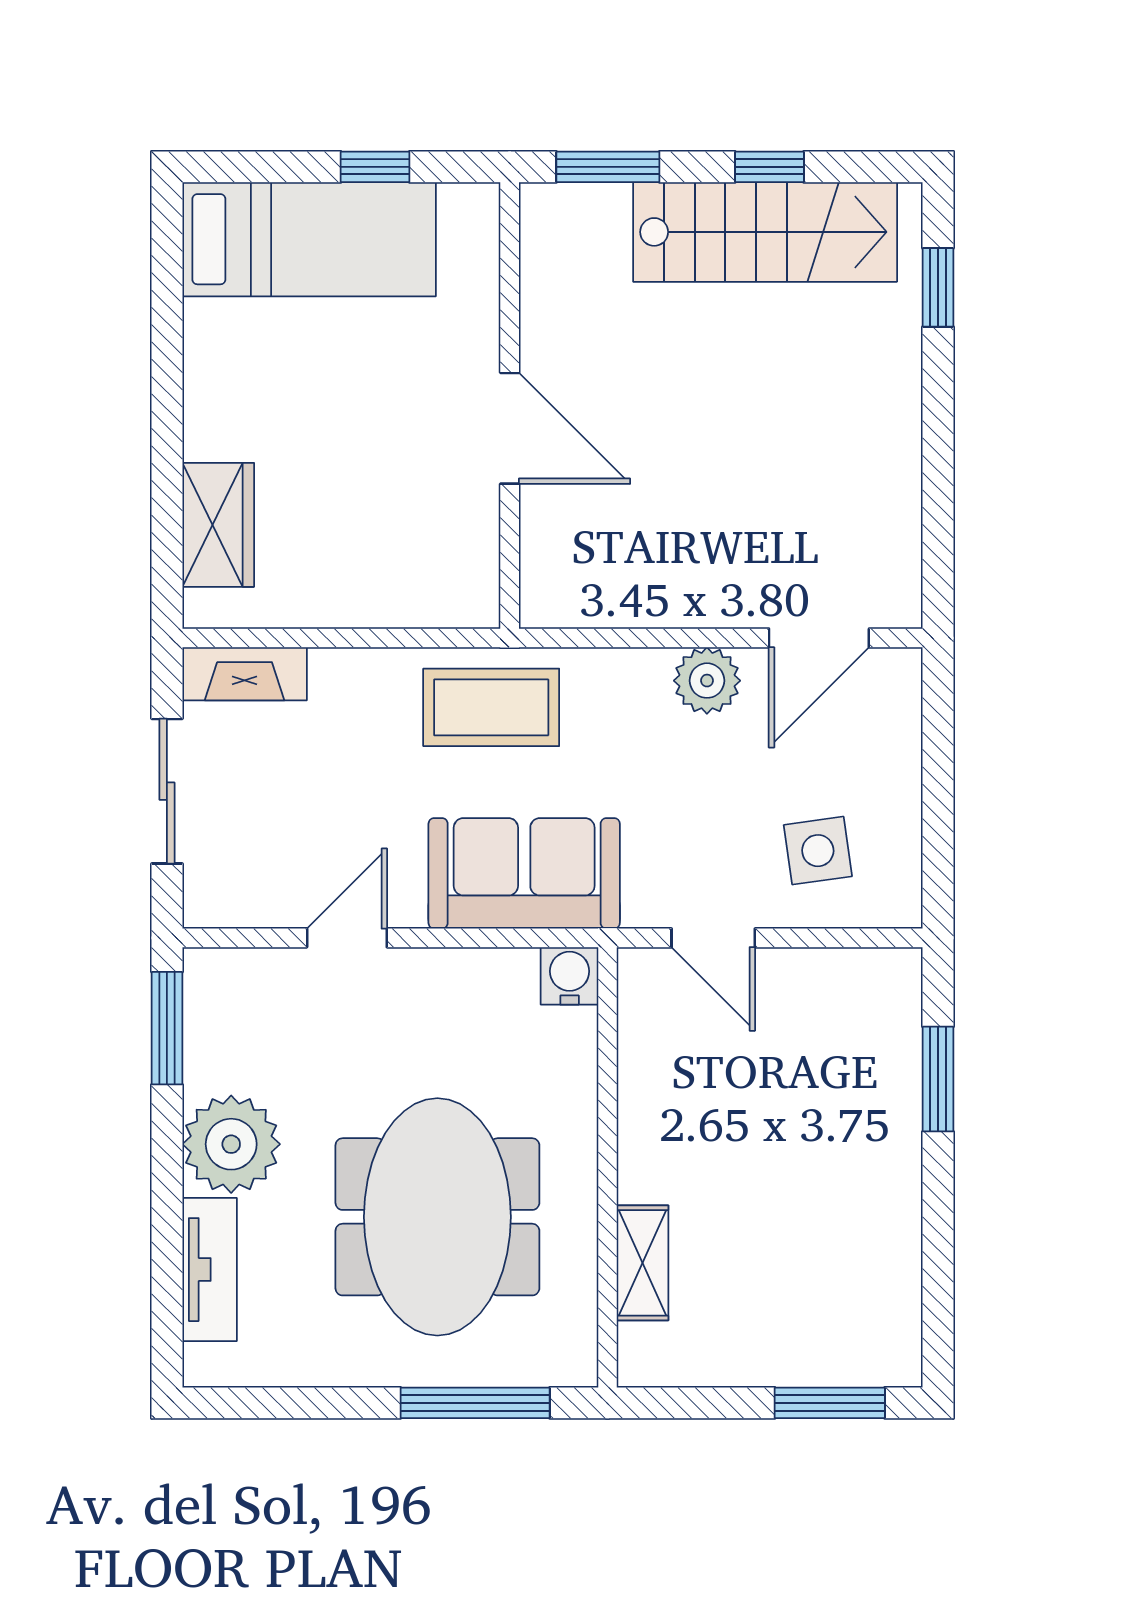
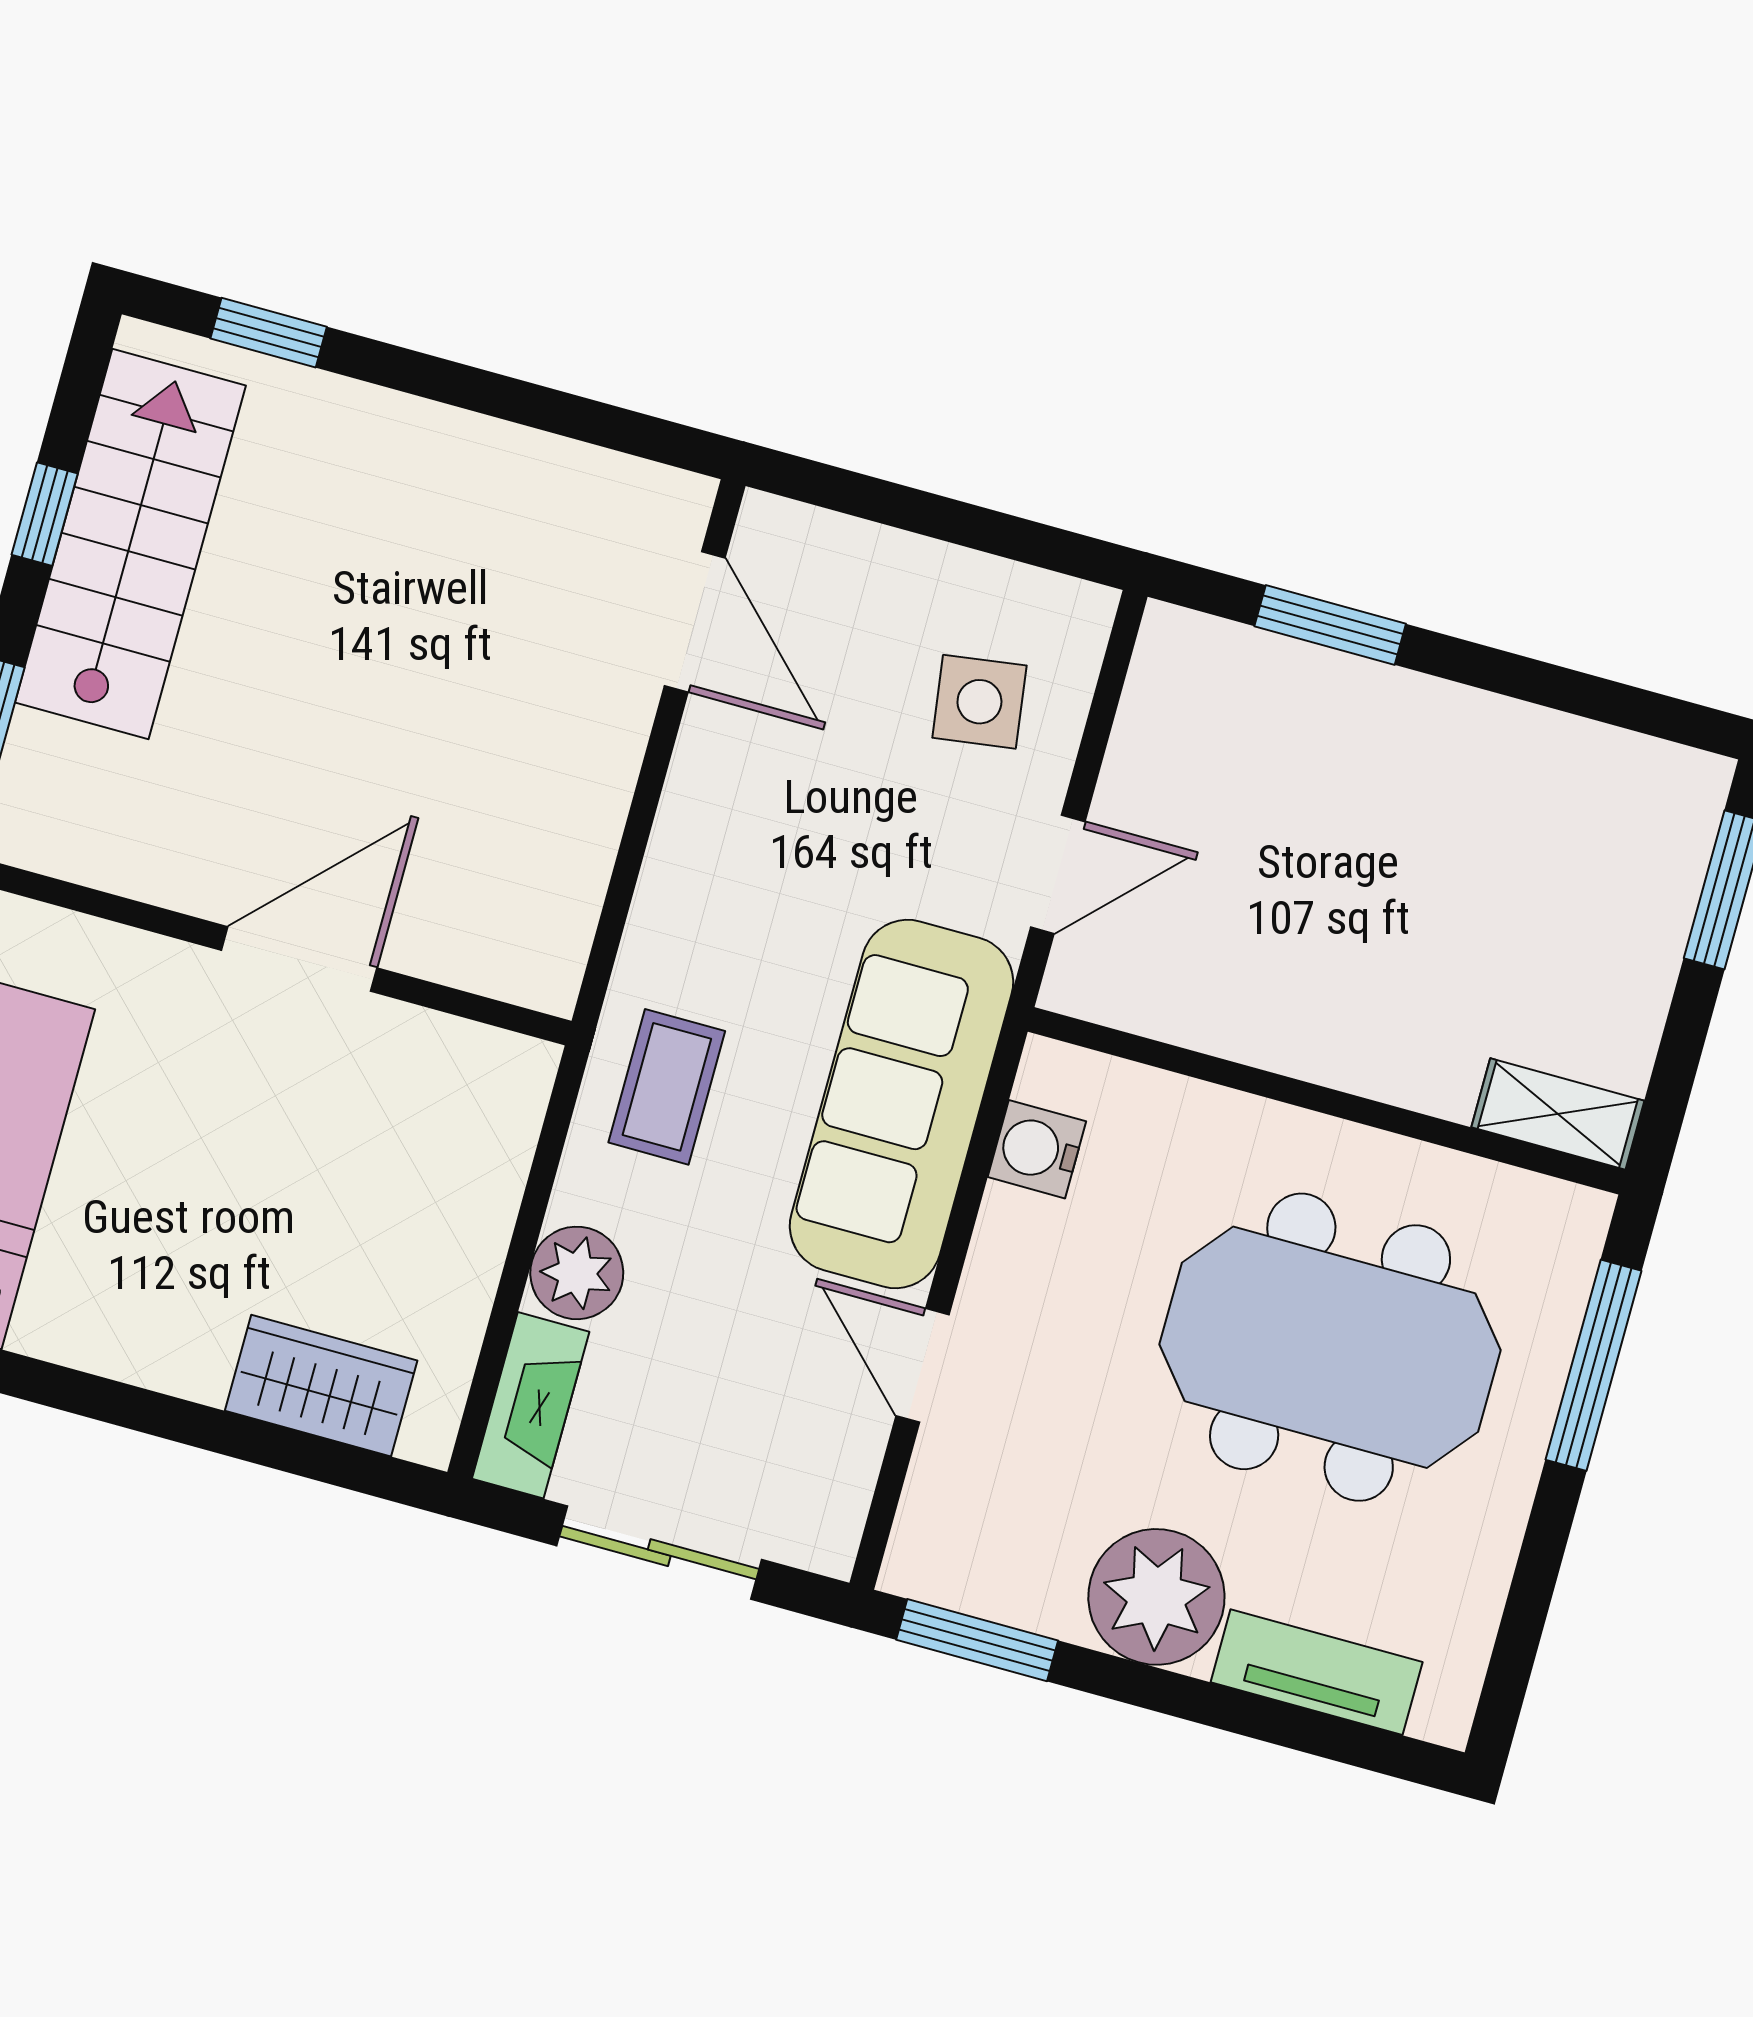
plant: (707, 681) -> (577, 1273), moved
coffee table: (491, 707) -> (667, 1087), width x0.73, depth x0.77
sofa: (524, 873) -> (902, 1104), width x1.36
water cooler: (570, 976) -> (1037, 1149), moved
shelving: (643, 1263) -> (1558, 1114), moved

